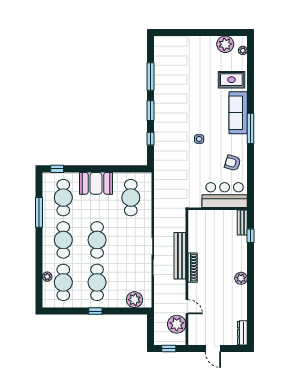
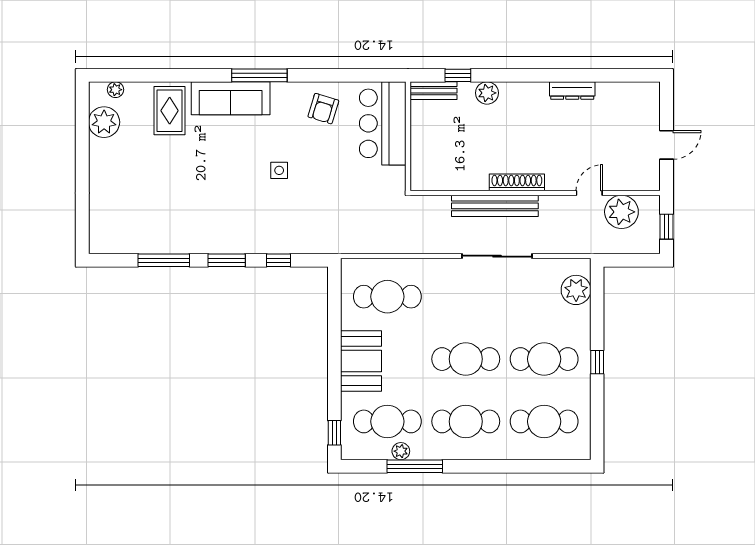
plant: (47, 277) -> (401, 451), moved
plant: (241, 278) -> (487, 93), moved
dresser: (242, 333) -> (572, 90), moved

